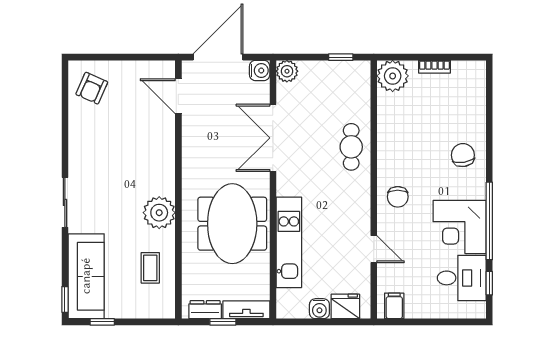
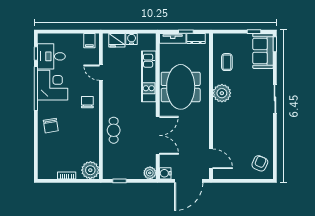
sofa: (86, 276) -> (263, 51), width x0.73

